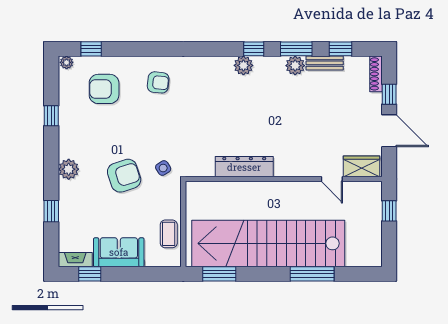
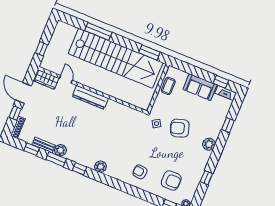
plant: (243, 65) -> (100, 167), moved
dresser: (244, 167) -> (90, 97), moved

